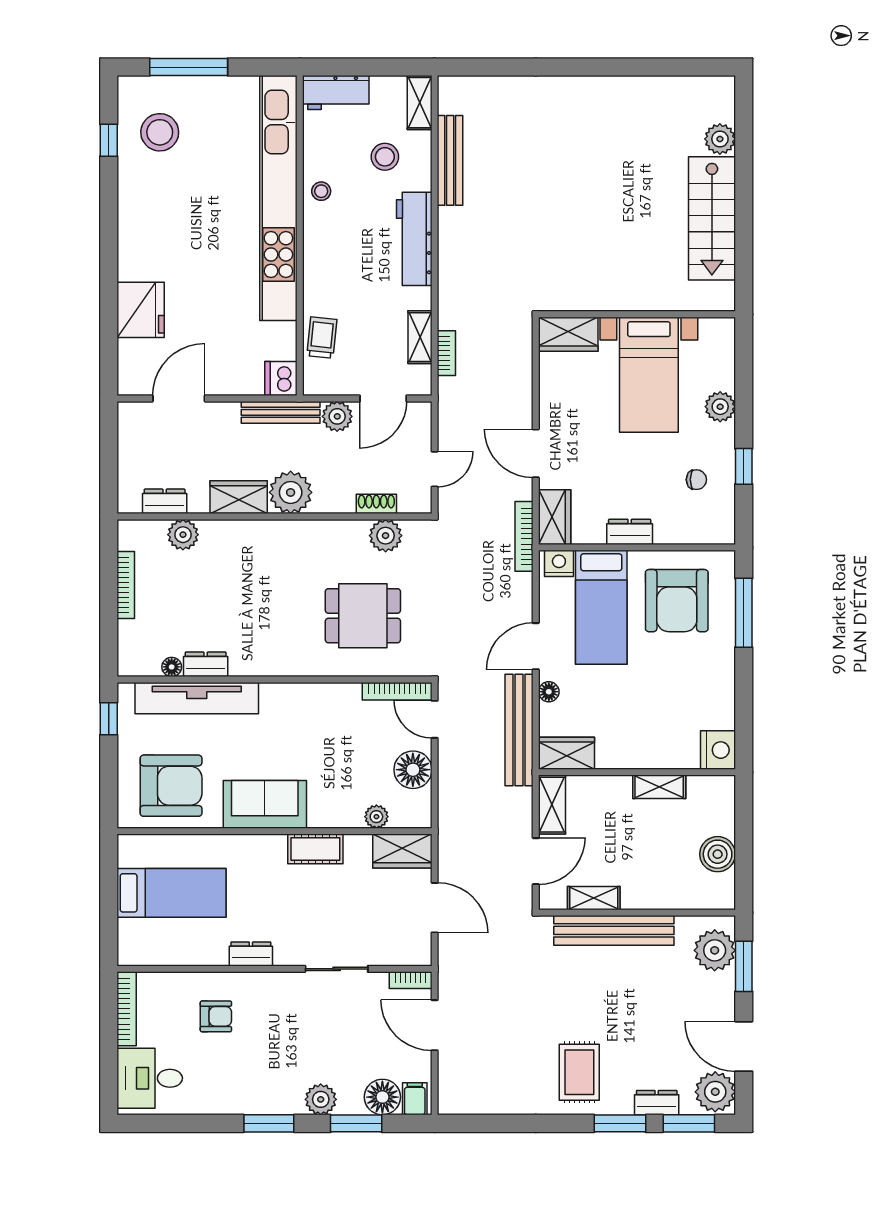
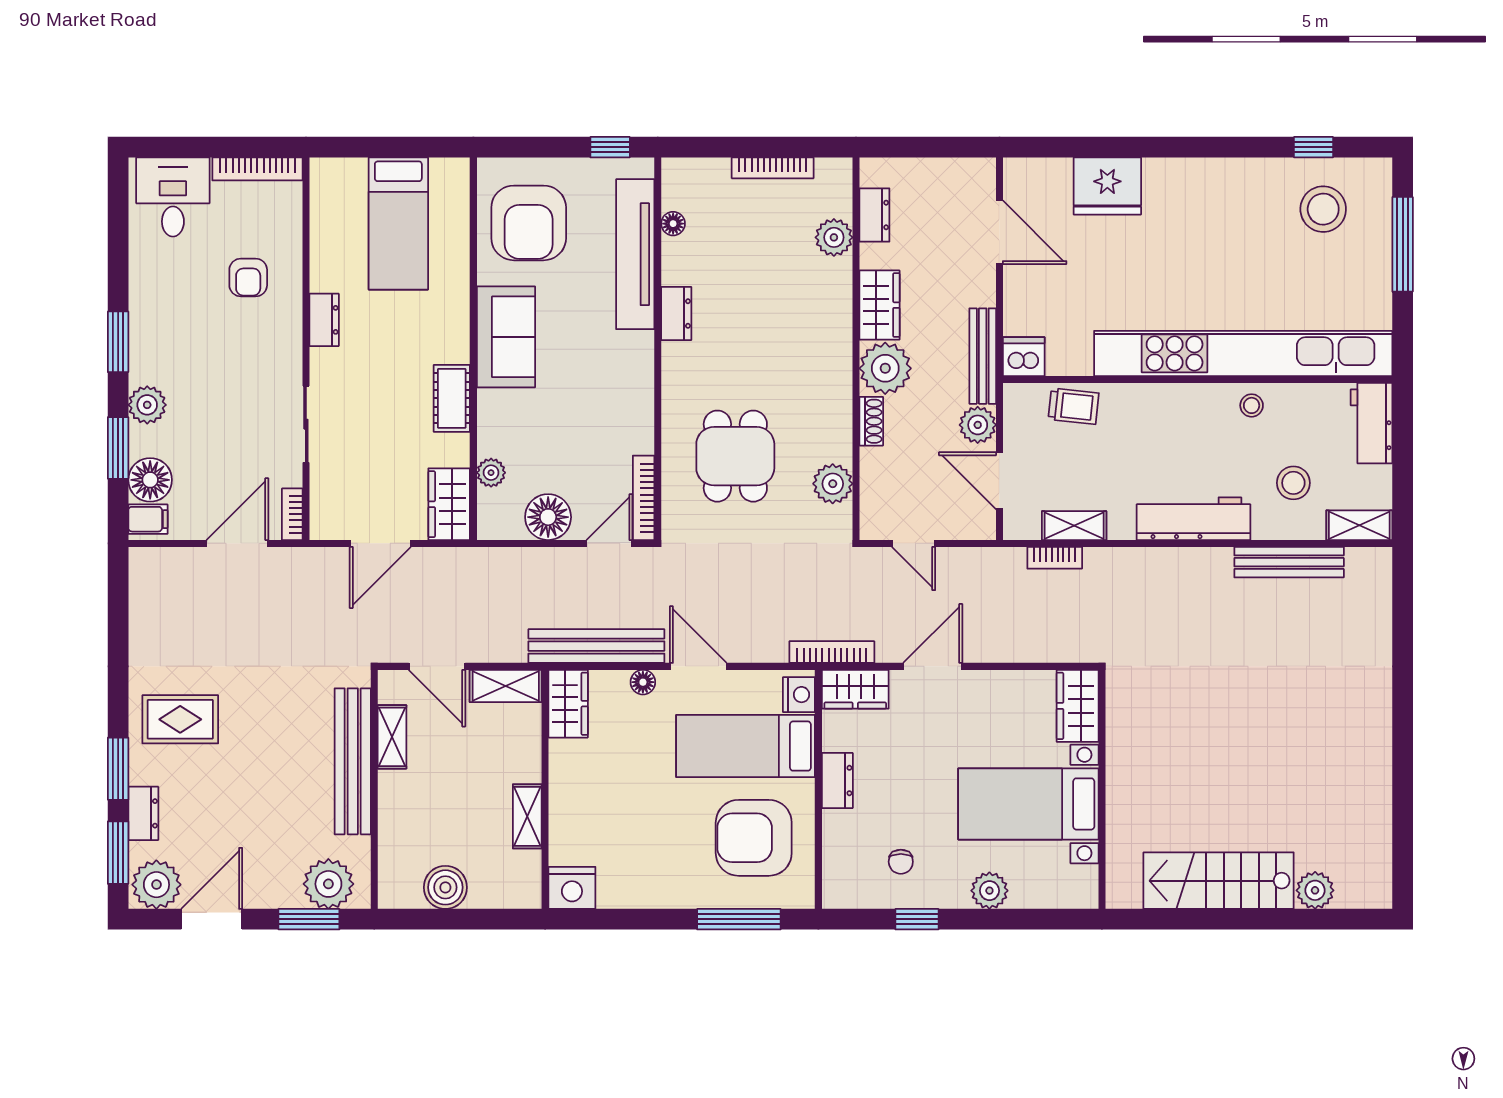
shoe rack: (376, 504) -> (871, 421), moved
dresser: (206, 664) -> (676, 314), moved

